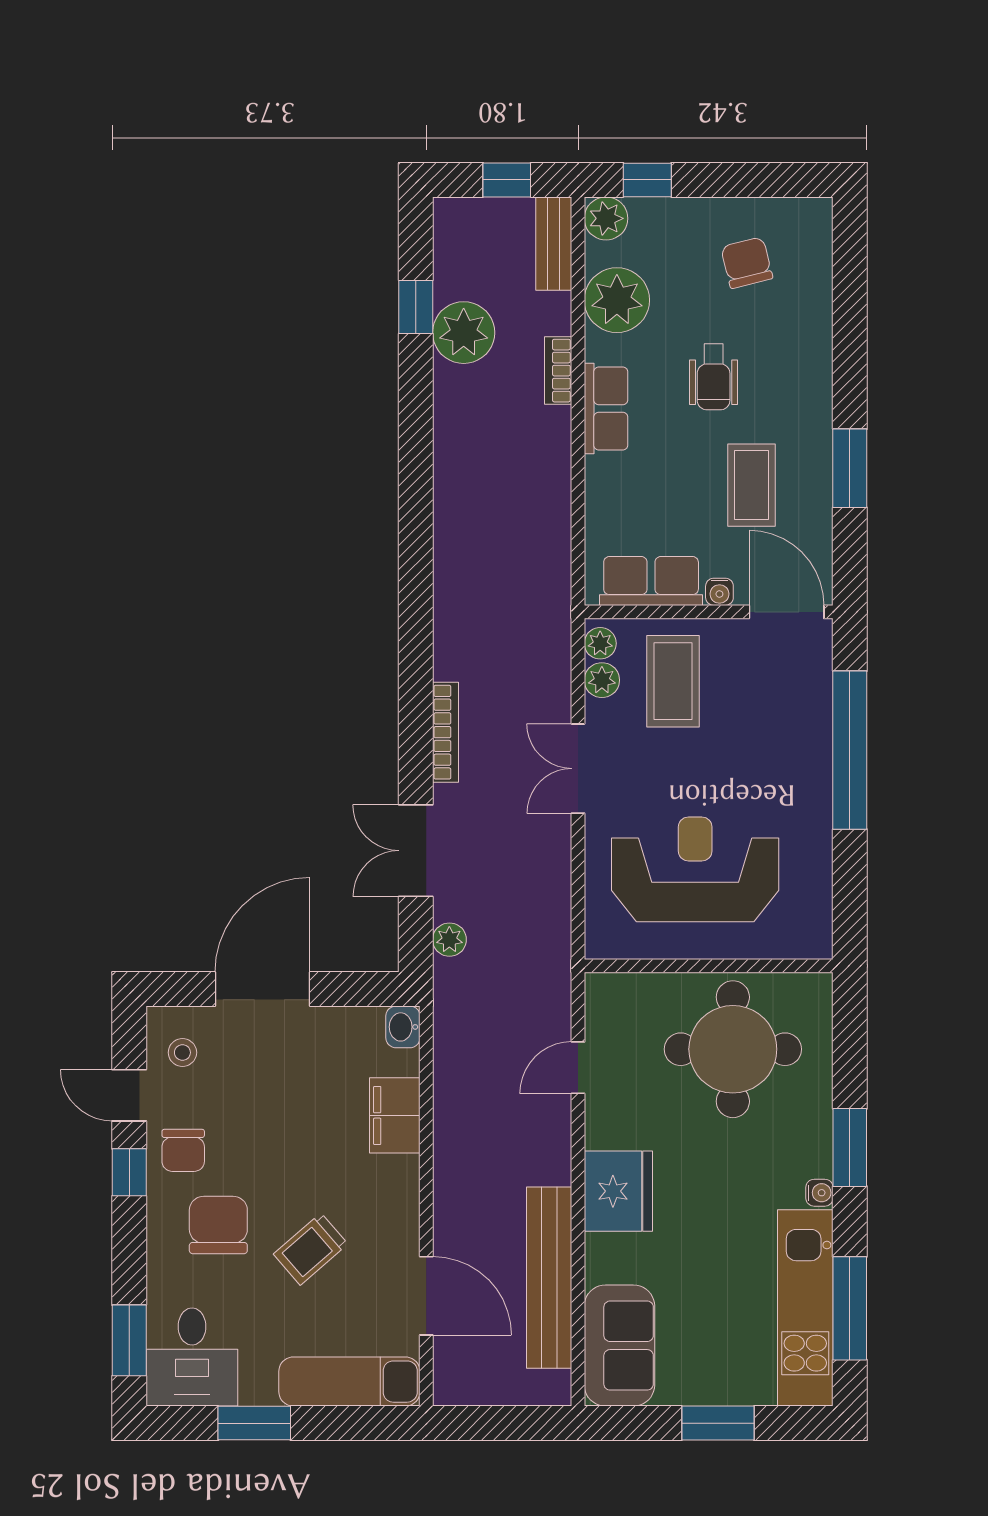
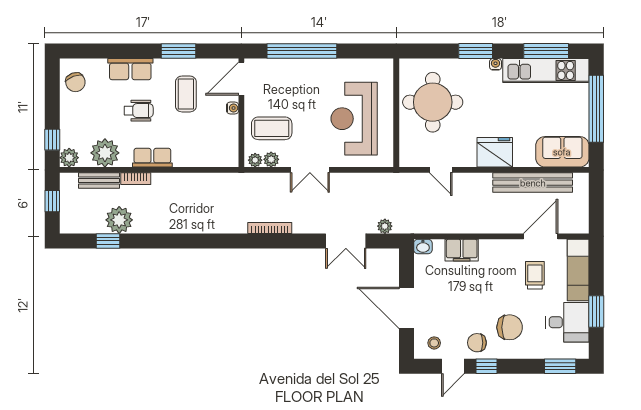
bench: (554, 244) -> (99, 180), moved
chair: (747, 263) -> (75, 82), moved, turned -96
coffee table: (752, 485) -> (186, 94), turned 90
row of seats: (651, 581) -> (130, 69), moved, turned -90
bookcase: (445, 732) -> (270, 228), moved
chair: (183, 1150) -> (477, 343), turned 180
chair: (218, 1225) -> (510, 327), turned 180
trolley: (311, 1249) -> (535, 275), moved, turned -139
desk: (192, 1357) -> (567, 322), moved
window: (718, 1423) -> (596, 109), width x2.11

